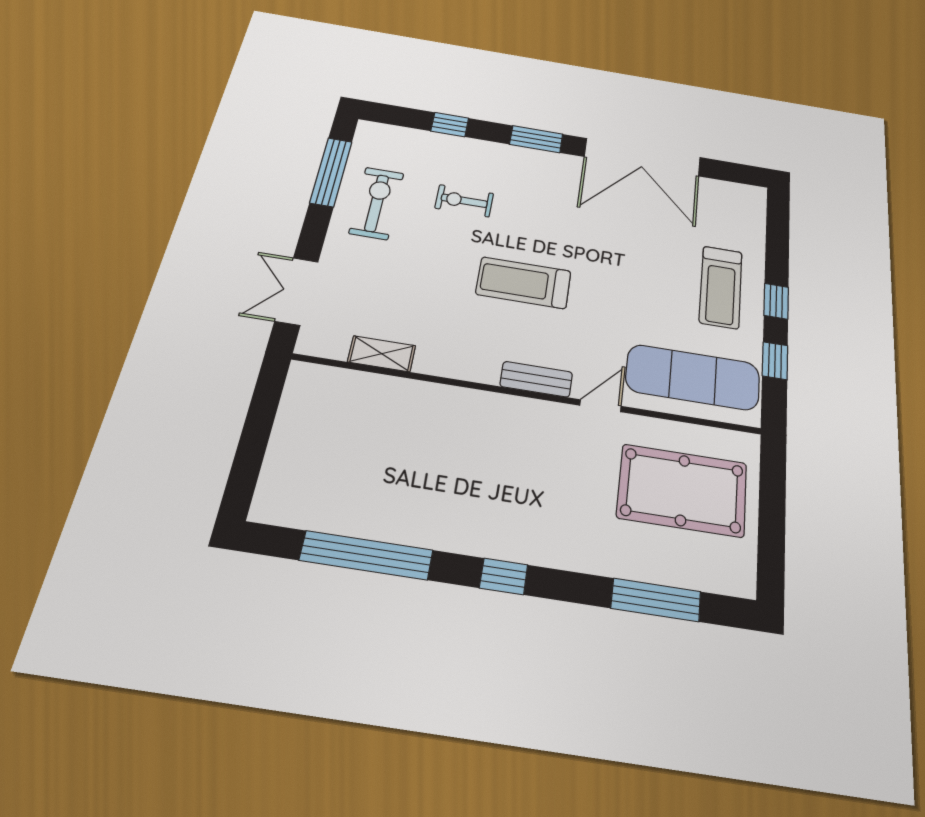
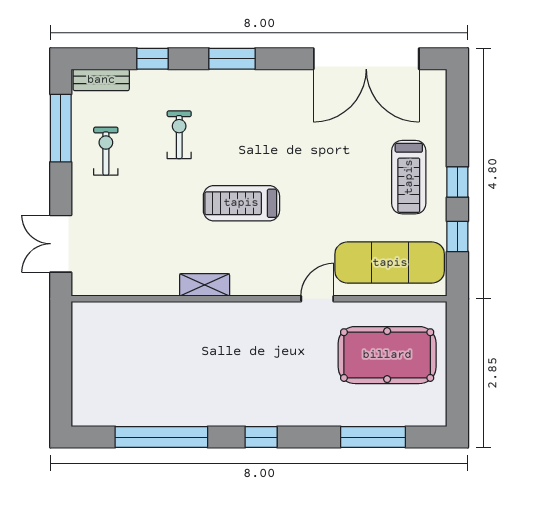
double door: (642, 157) -> (366, 59), moved
exercise bike: (464, 201) -> (179, 135), turned 90
exercise bike: (377, 203) -> (106, 151), width x0.73, depth x0.72
shelving: (382, 354) -> (205, 285), moved
bench: (536, 379) -> (101, 80), moved

